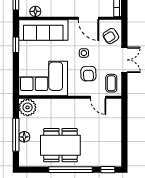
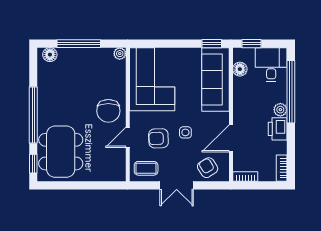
window: (16, 45) -> (212, 44), moved
door: (98, 97) -> (128, 137), moved
plant: (28, 107) -> (120, 54), width x0.53, depth x0.53
chair: (67, 112) -> (108, 111), added
floor lamp: (24, 137) -> (50, 55), moved
dining table: (60, 145) -> (61, 152), moved

